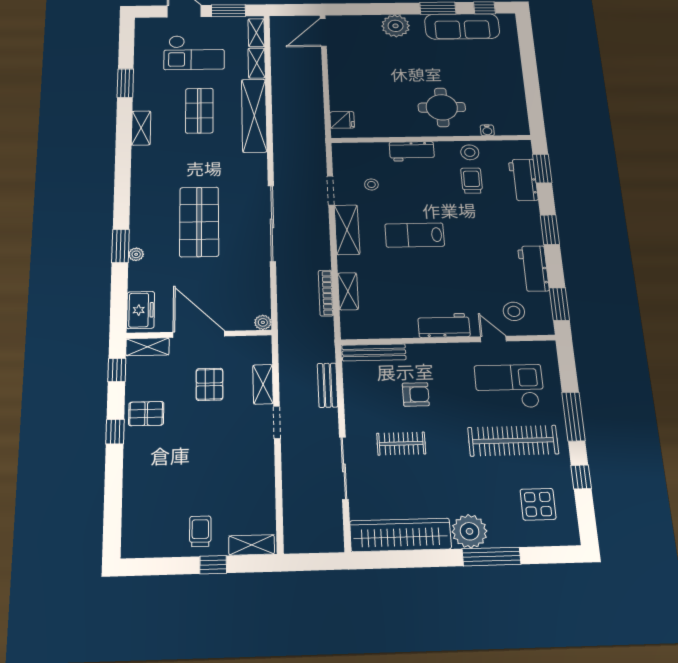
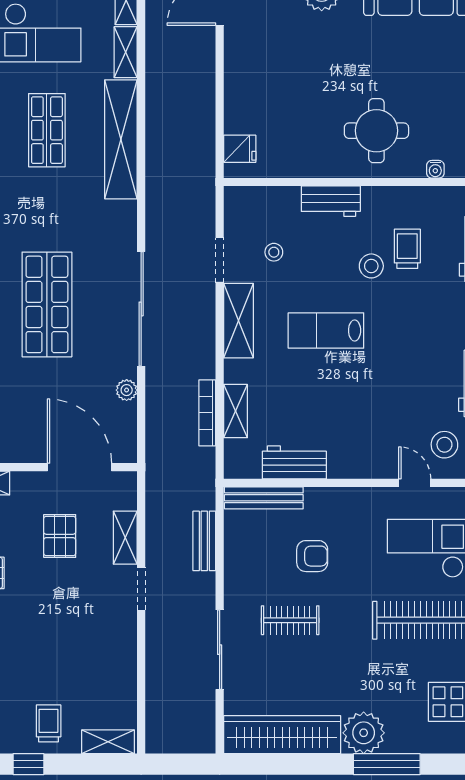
stool: (470, 152) -> (371, 266), moved
plant: (263, 322) -> (127, 390), moved
workbench: (444, 325) -> (294, 462), moved
door: (199, 334) -> (79, 467), moved
window: (213, 565) -> (28, 764), moved

